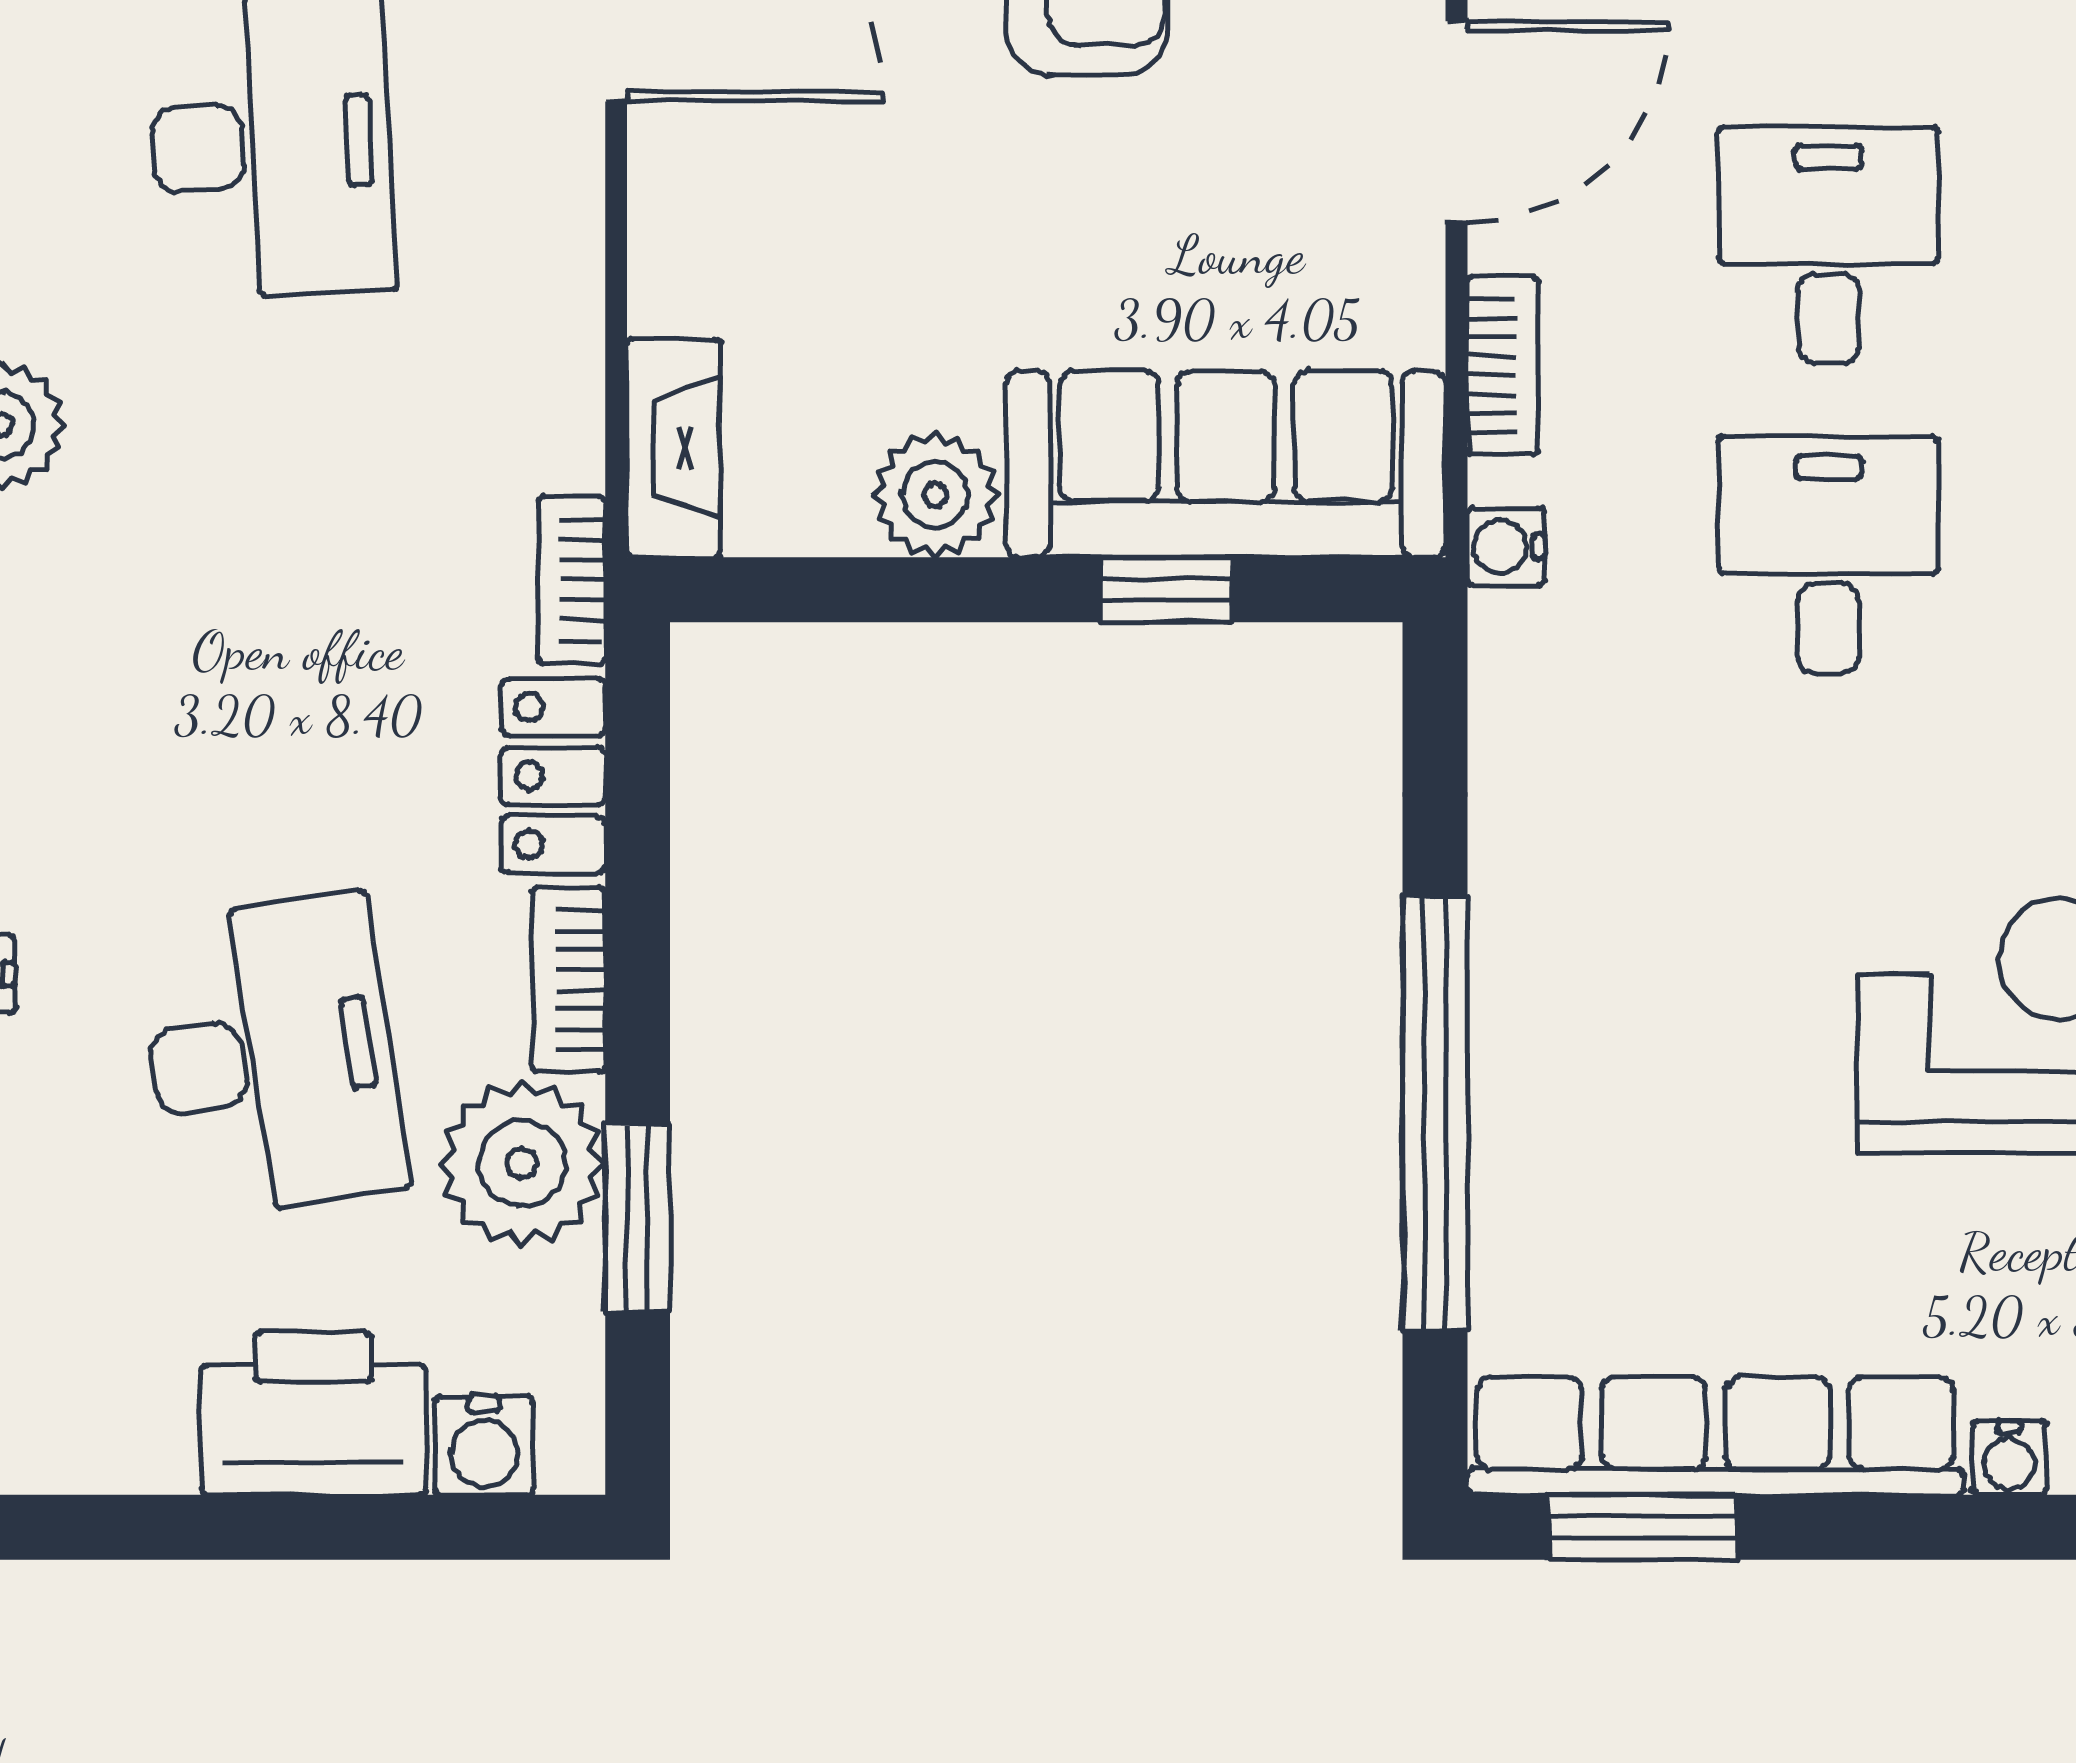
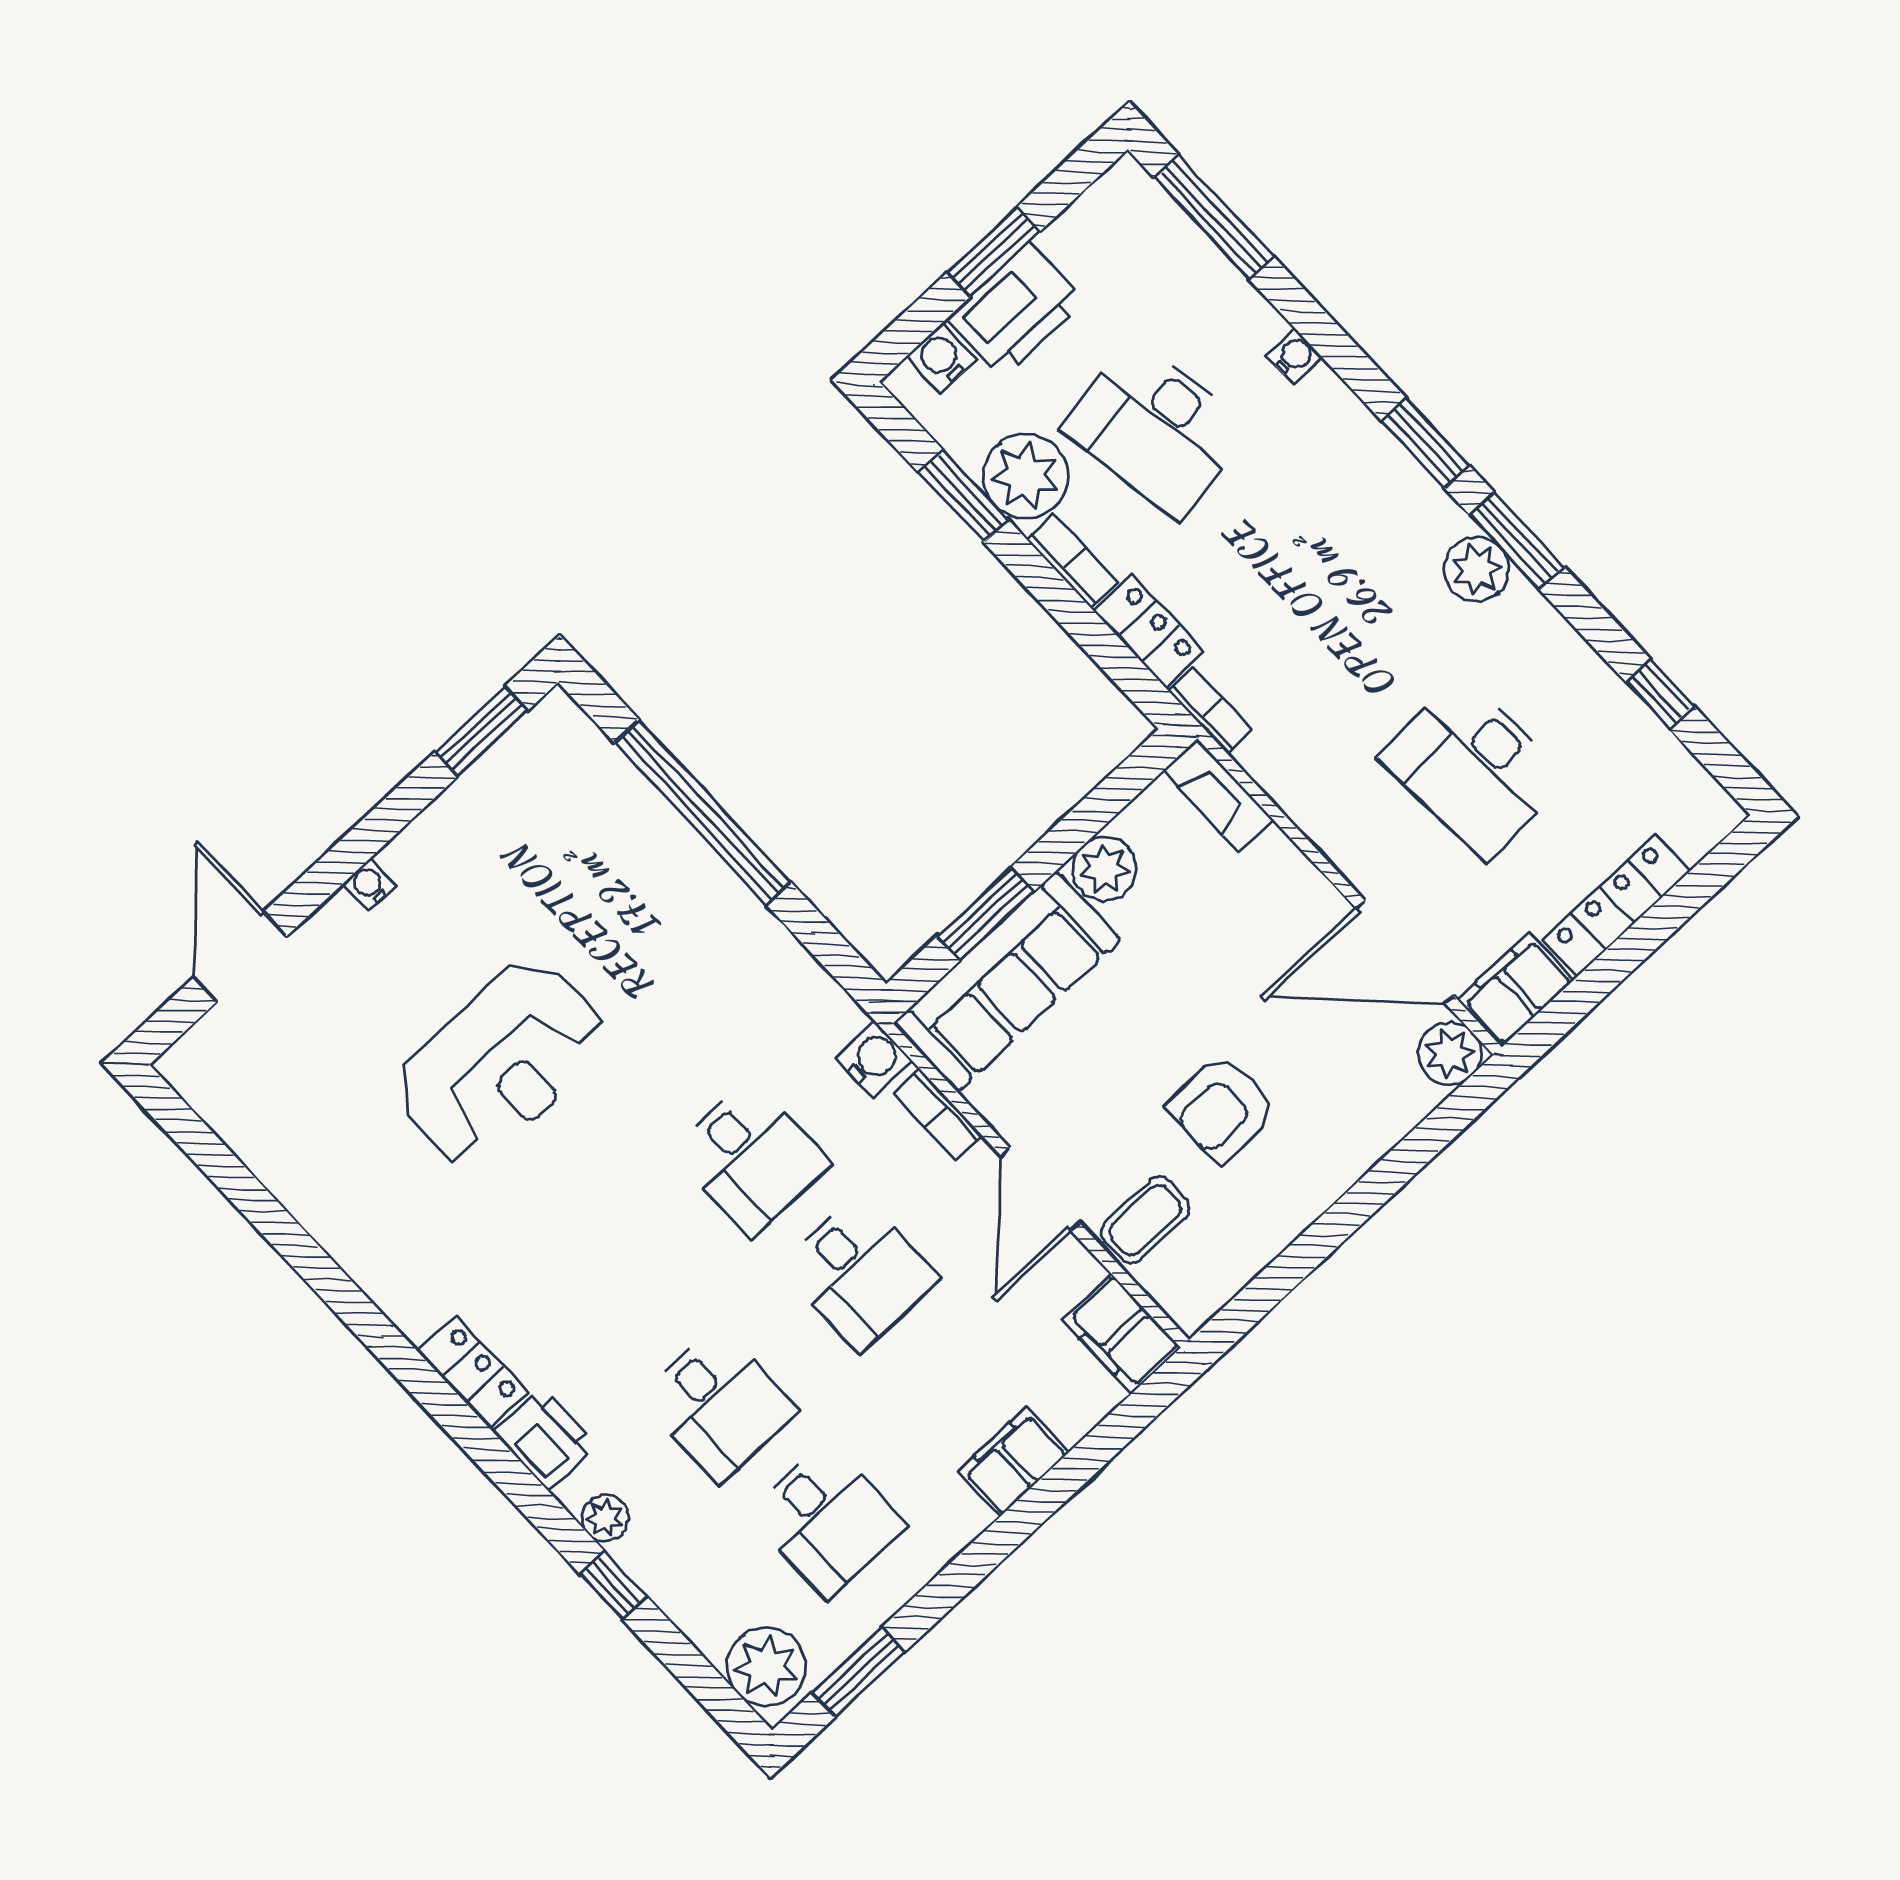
water cooler: (1506, 547) -> (874, 1059), width x1.38, depth x1.38
window: (1166, 590) -> (986, 914), width x1.50
row of seats: (1715, 1436) -> (486, 790), removed
window: (268, 1527) -> (993, 252), added

